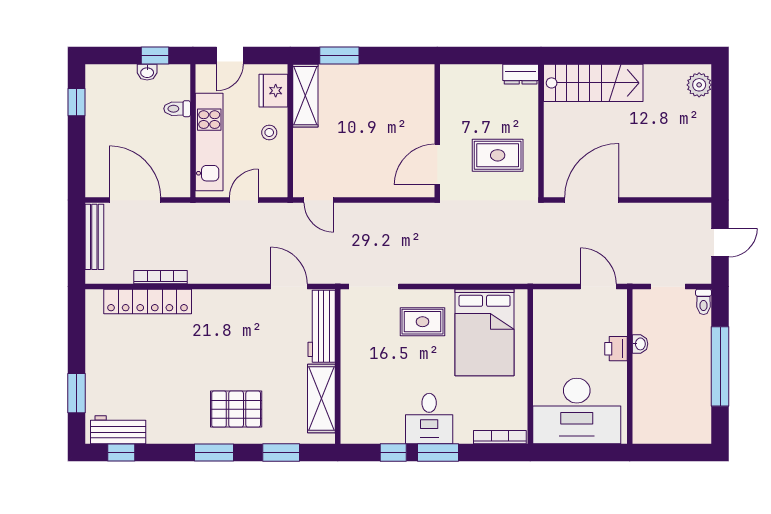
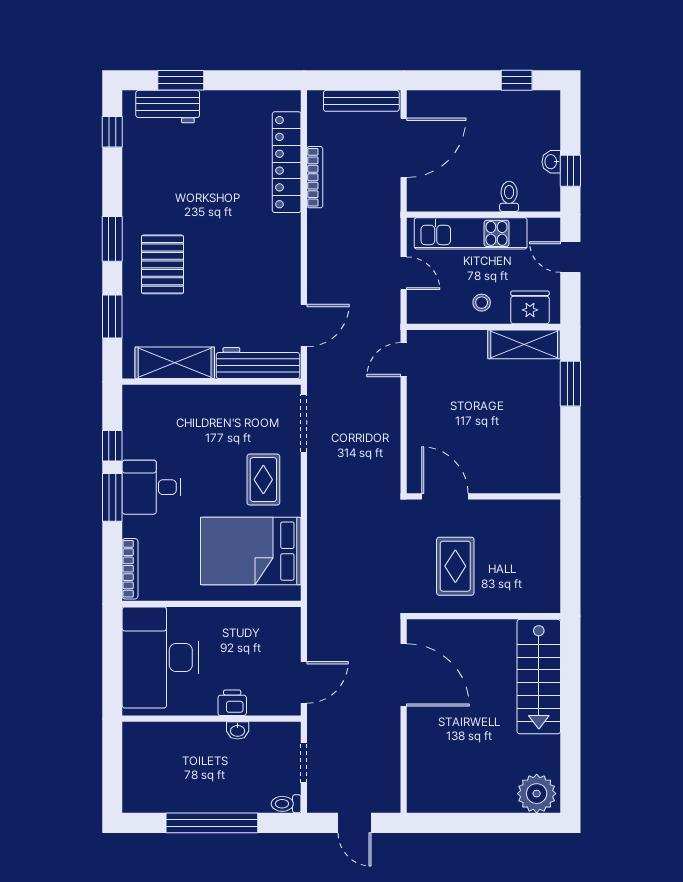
dresser: (521, 74) -> (549, 593), removed
plant: (699, 85) -> (537, 794), width x1.36, depth x1.36
workbench: (118, 430) -> (168, 107), moved, turned 90

